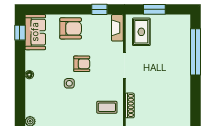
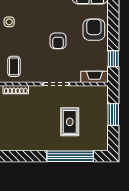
armchair: (71, 28) -> (94, 30), turned 180
rug: (141, 32) -> (70, 122), moved, turned 90
side table: (69, 83) -> (9, 22), moved

